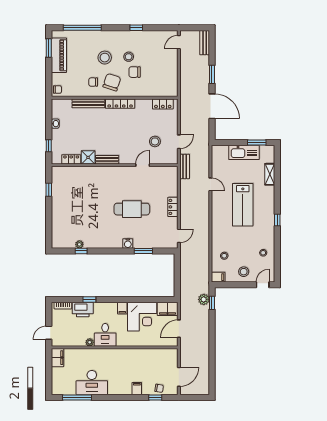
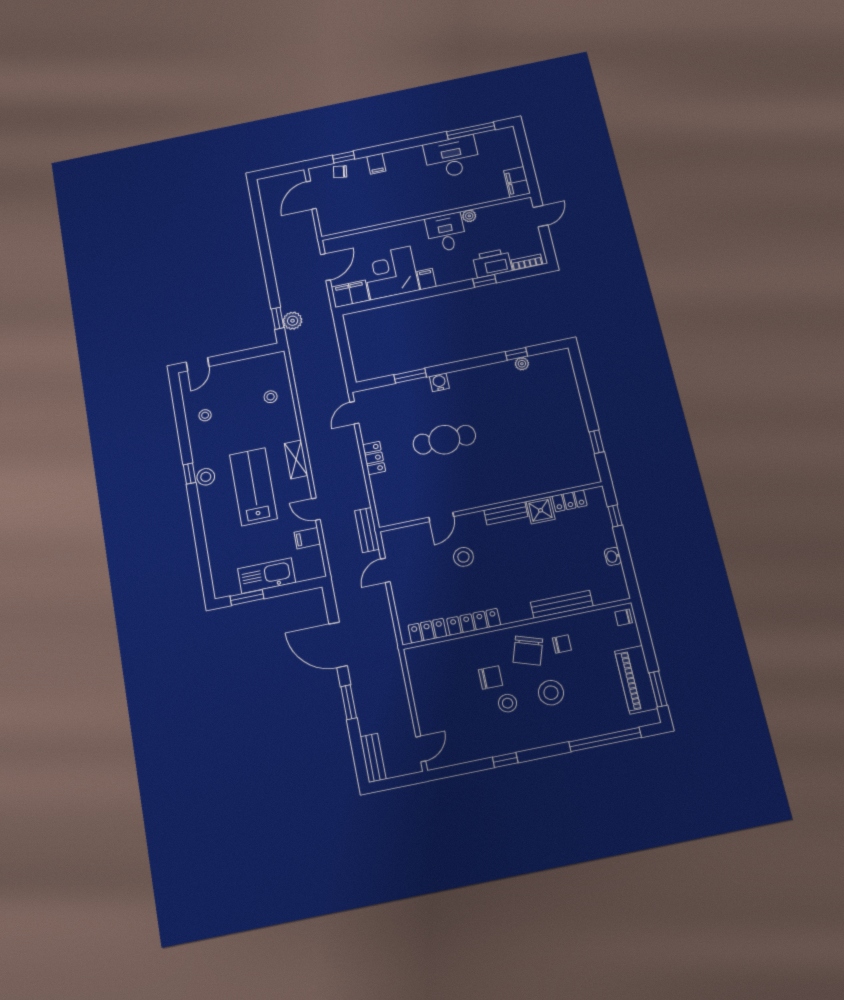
locker: (120, 104) -> (474, 622), moved
stool: (155, 141) -> (463, 557), moved
shelving: (270, 174) -> (296, 459), moved
stool: (244, 272) -> (206, 477), moved
filing cabinet: (218, 277) -> (307, 538), moved

